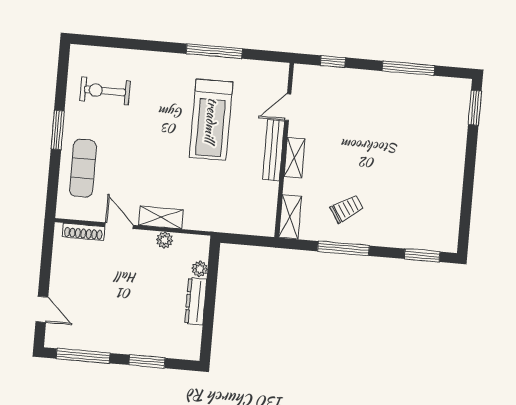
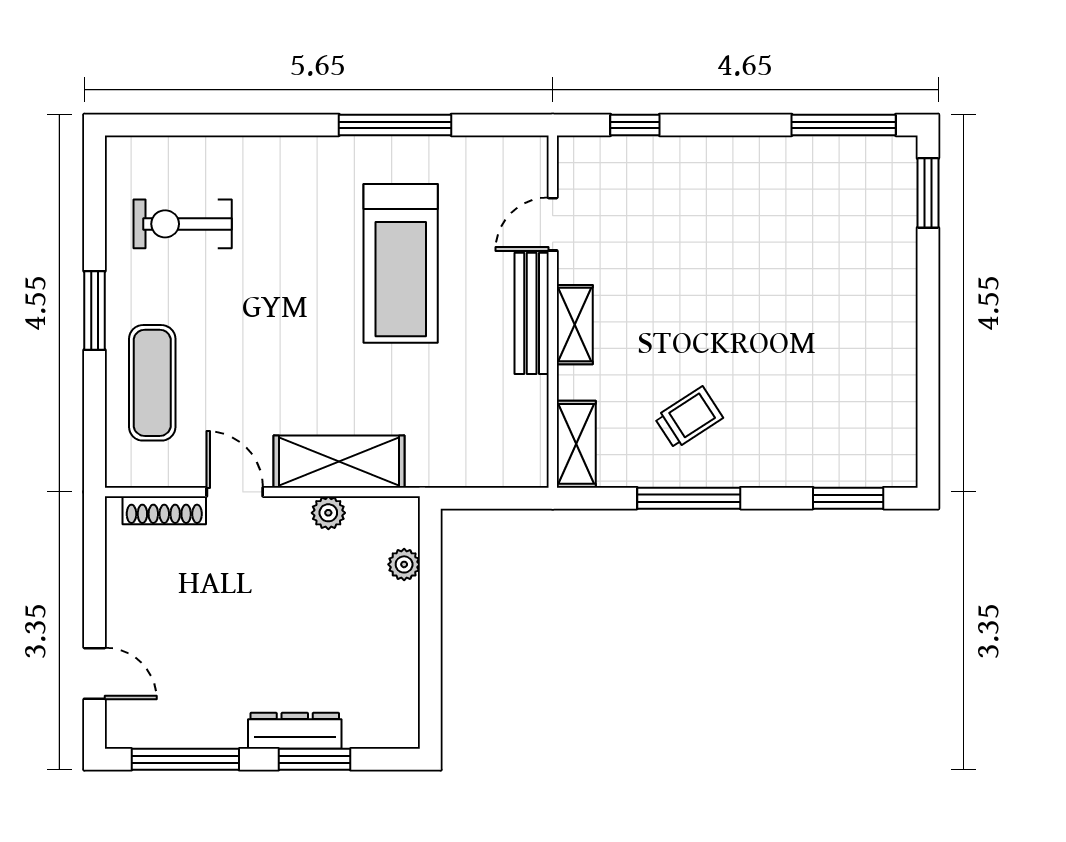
window: (408, 68) -> (844, 125), moved
shelving: (161, 218) -> (339, 462), width x1.50, depth x1.33
dresser: (196, 301) -> (295, 731), moved, turned 90

